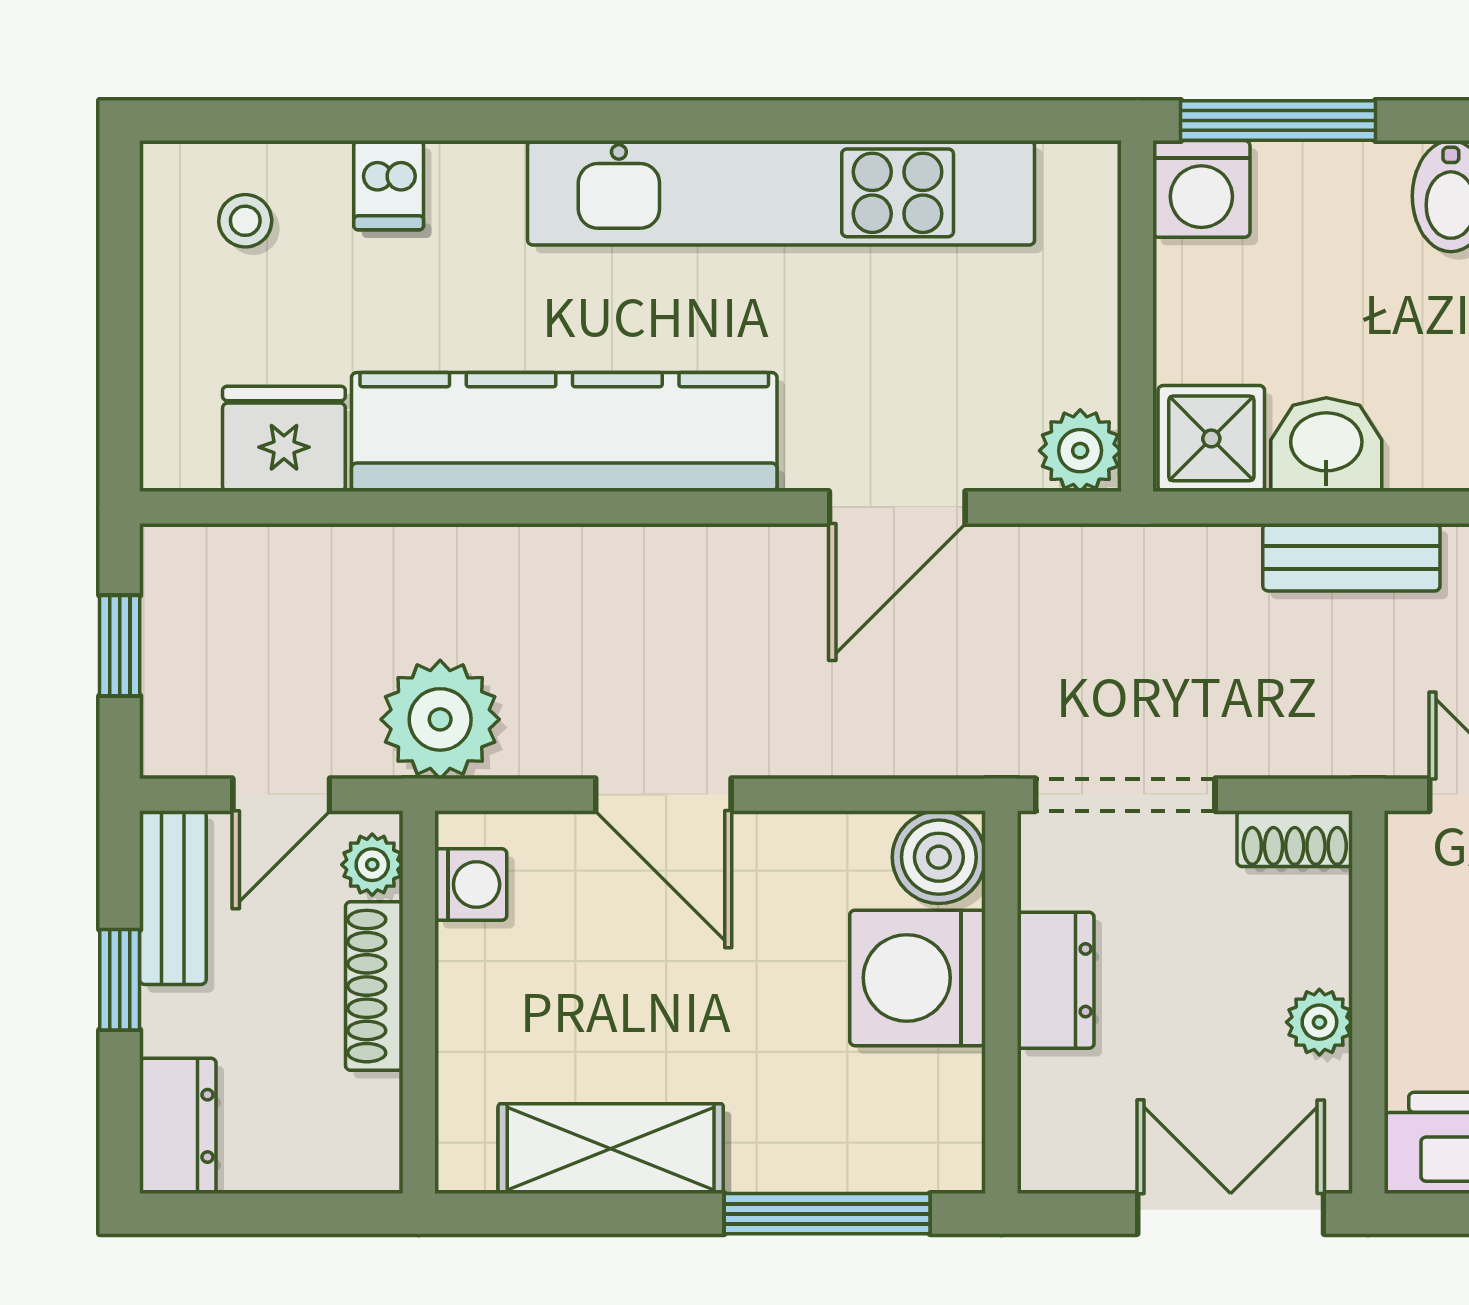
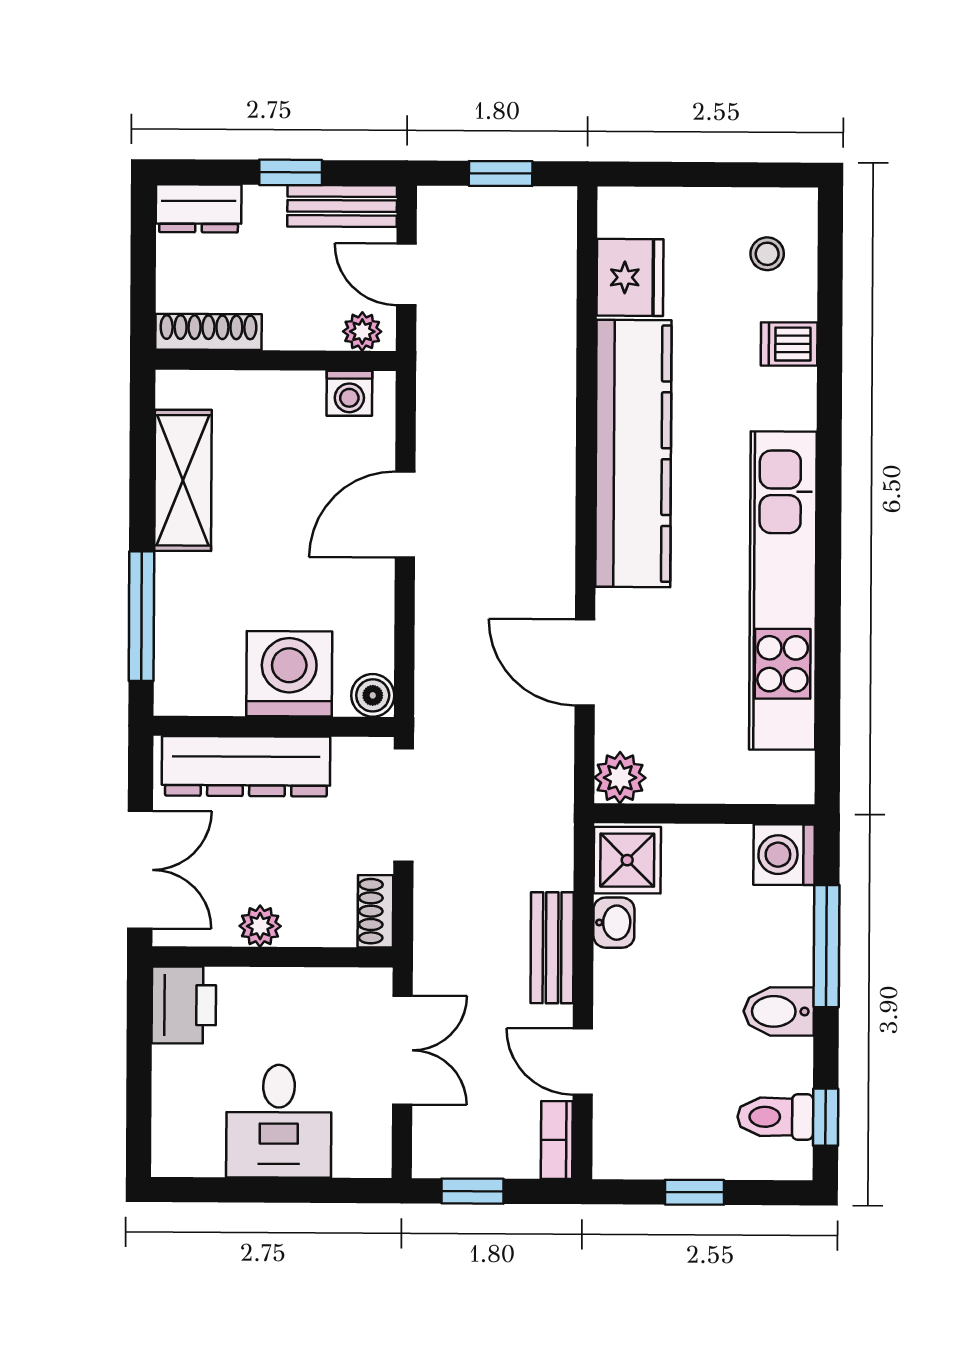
window: (1278, 121) -> (827, 946), moved
washbasin: (1326, 445) -> (614, 923), width x0.72, depth x0.69
plant: (440, 719) -> (453, 375), removed
boiler: (939, 857) -> (373, 695), width x0.73, depth x0.73
dresser: (1056, 980) -> (246, 766), width x1.96, depth x1.24
shoe rack: (374, 986) -> (208, 332), moved

